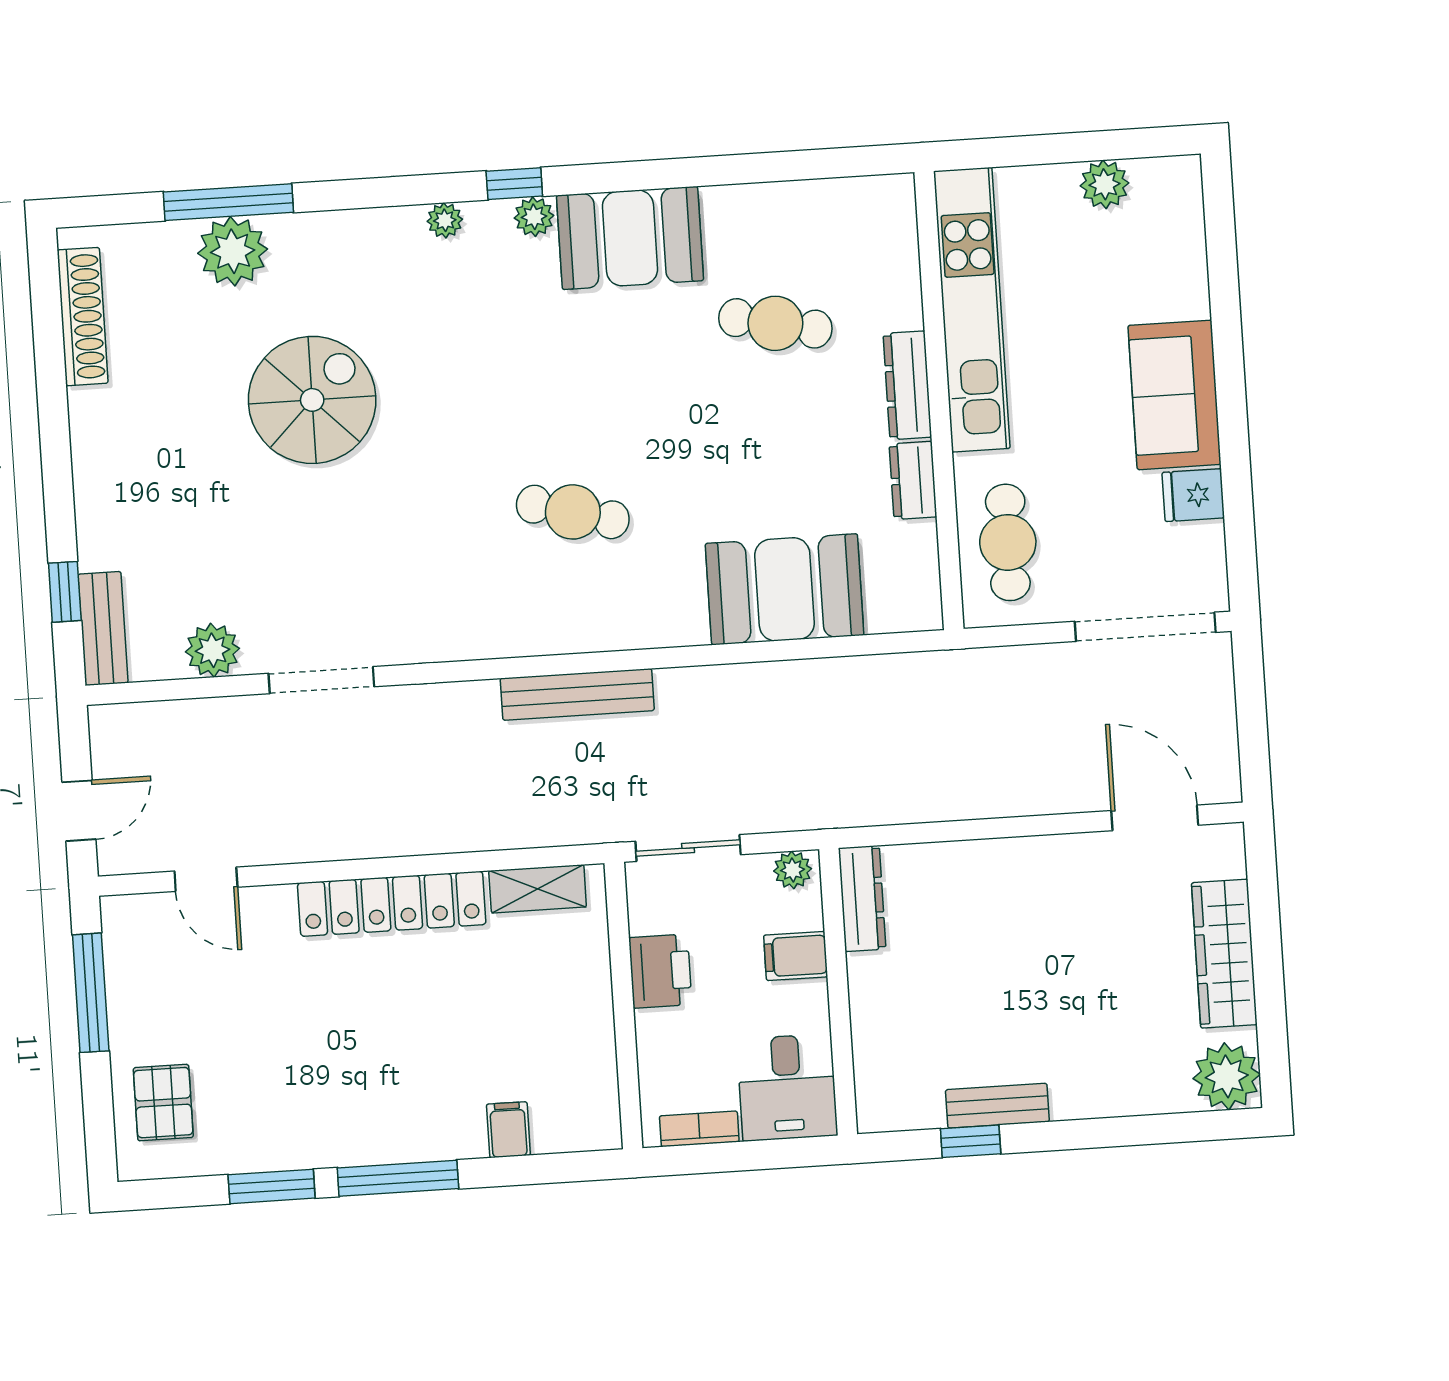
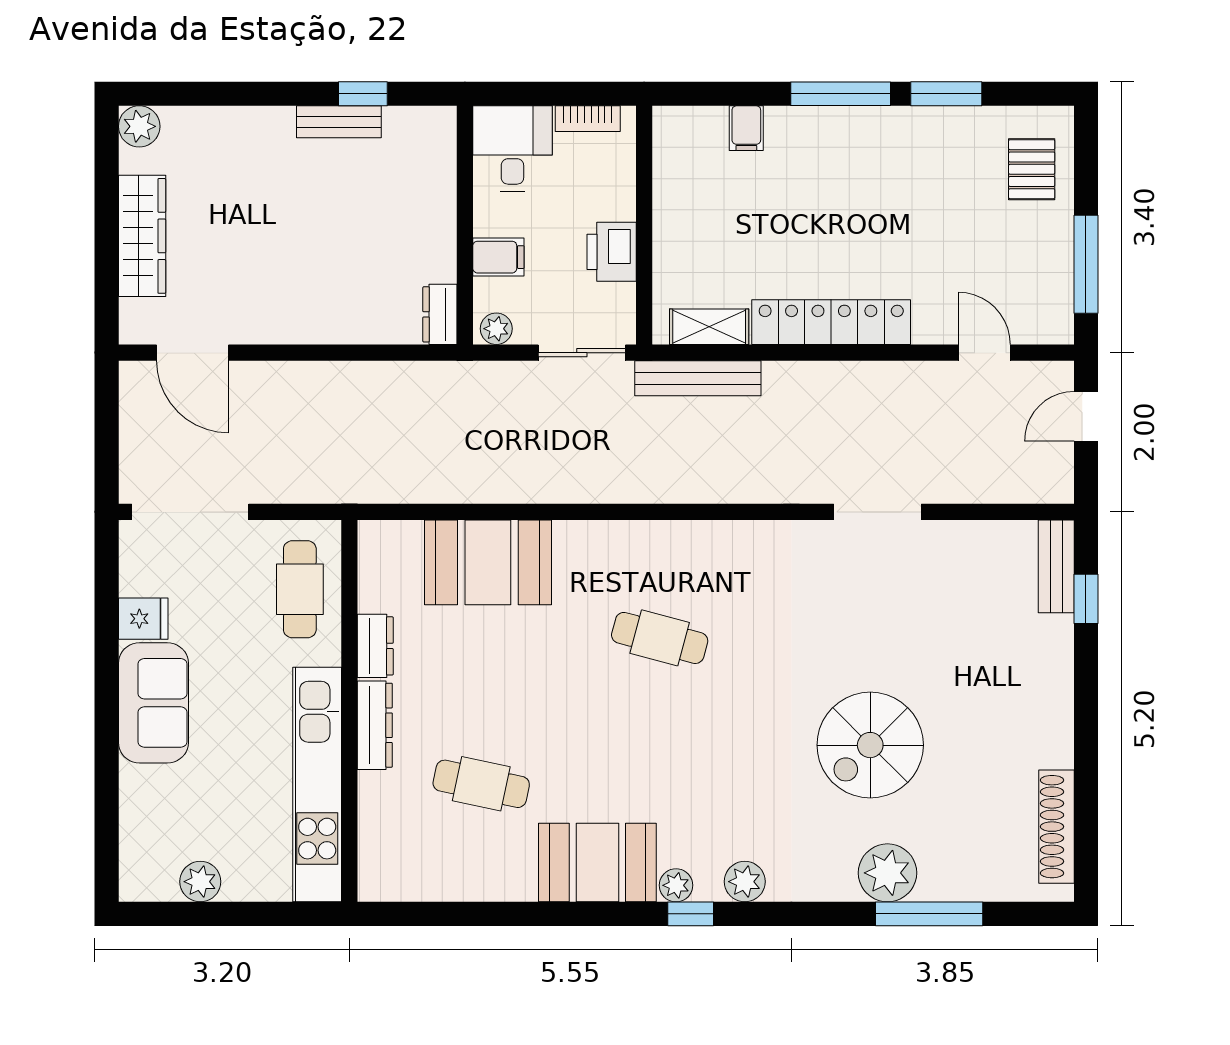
plant: (445, 220) -> (745, 882), width x1.38, depth x1.38
plant: (233, 251) -> (887, 873), moved
plant: (212, 650) -> (966, 542), removed
bench: (577, 694) -> (698, 378), moved
dresser: (862, 899) -> (440, 314), width x0.70
plant: (1227, 1076) -> (139, 126), width x0.73, depth x0.73

